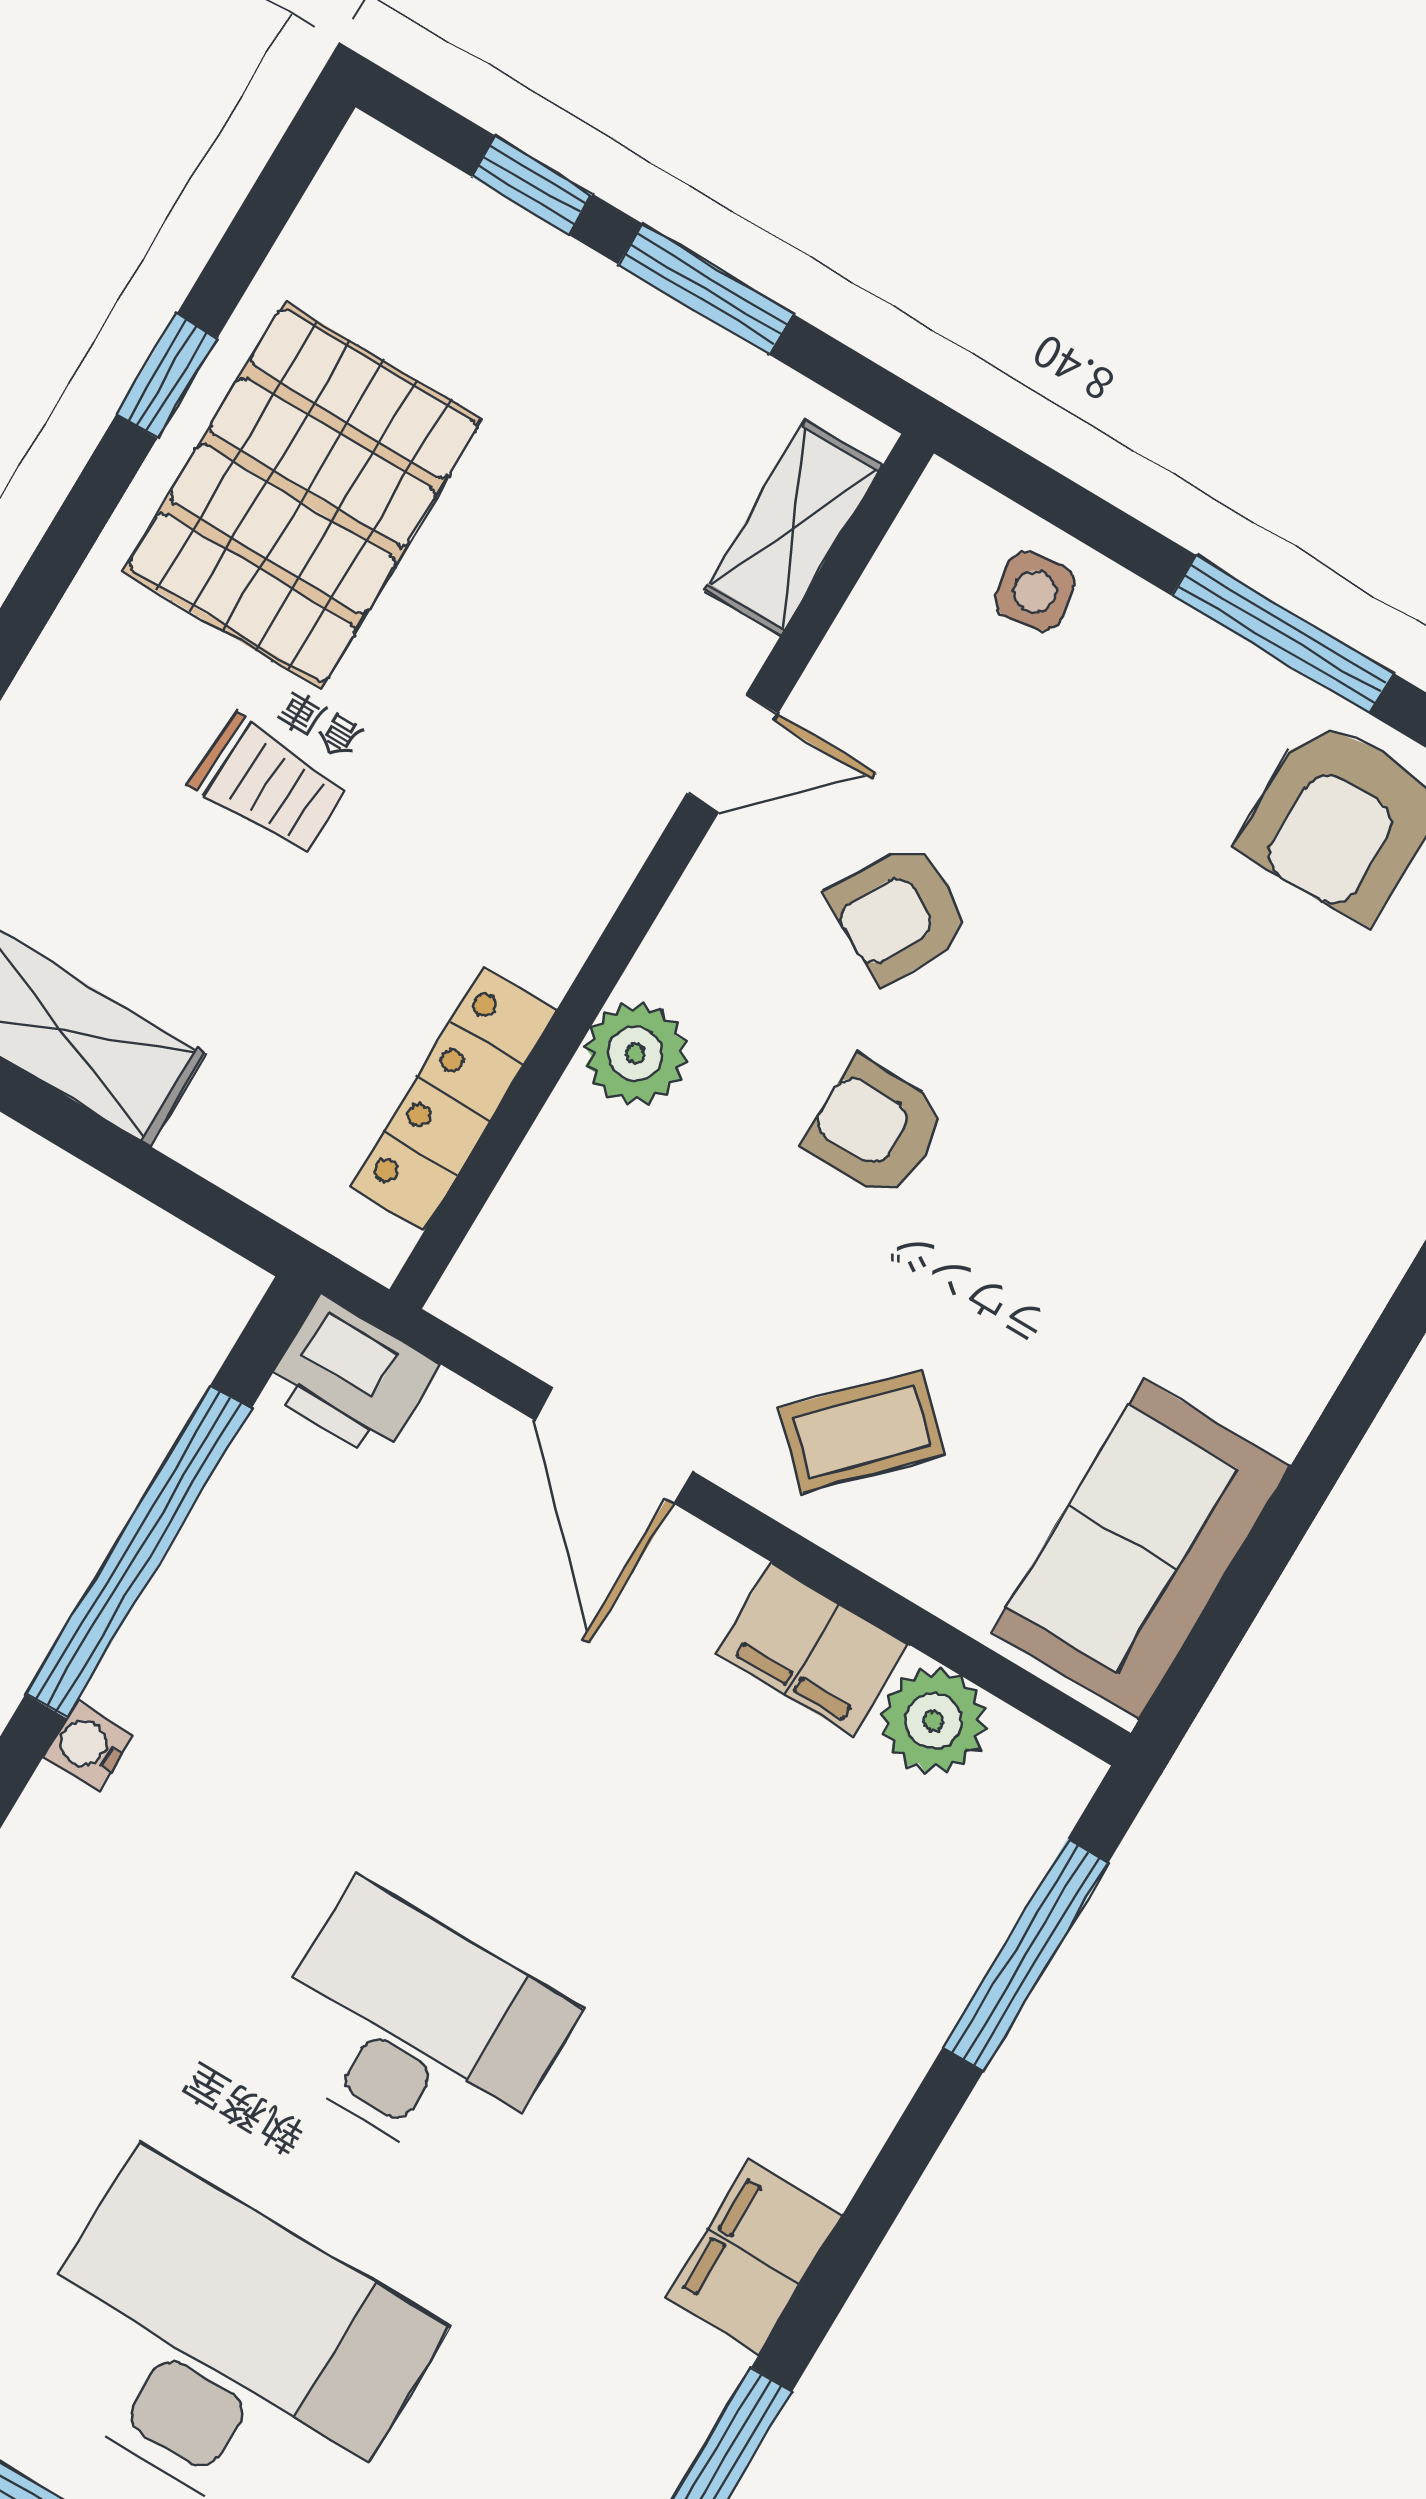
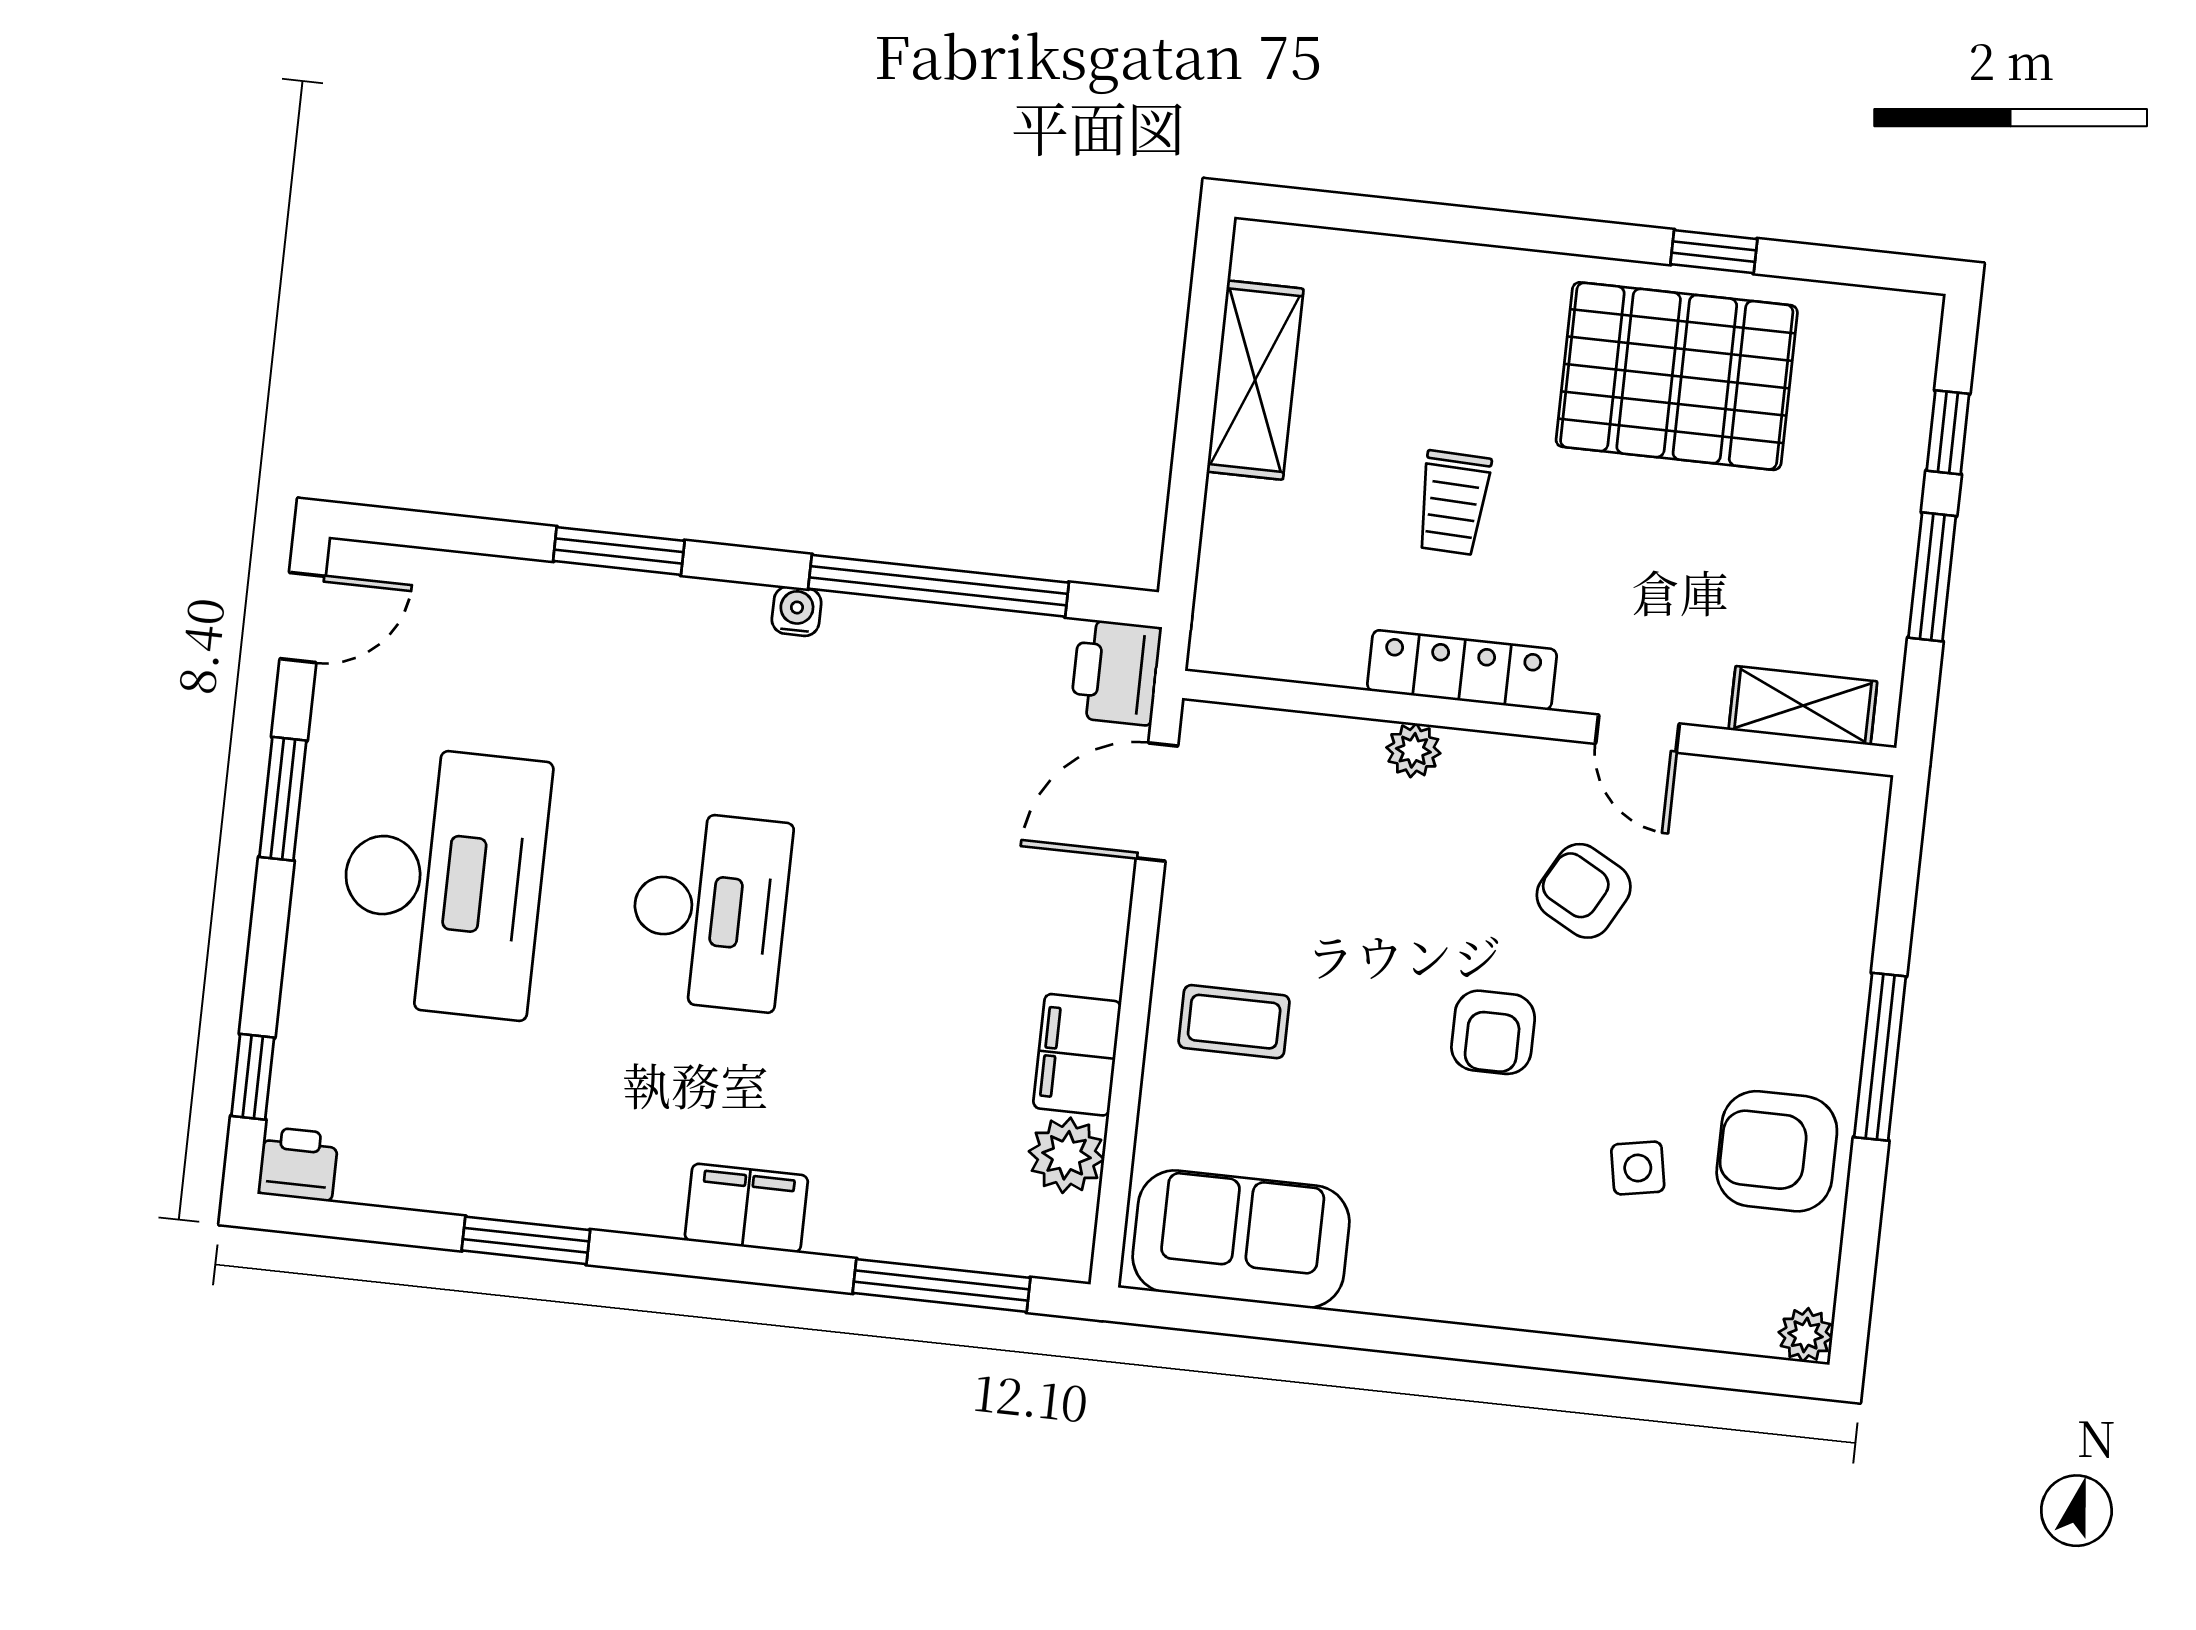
side table: (1035, 591) -> (1638, 1168), moved
trolley: (269, 785) -> (1453, 503), moved
plant: (635, 1054) -> (1413, 750), width x0.73, depth x0.73
locker: (454, 1099) -> (1462, 670), moved
armchair: (876, 1128) -> (1493, 1032), moved, turned 180
coffee table: (862, 1431) -> (1234, 1022), turned -44
door: (614, 1446) -> (1157, 802), moved
filing cabinet: (754, 2257) -> (746, 1208), moved

